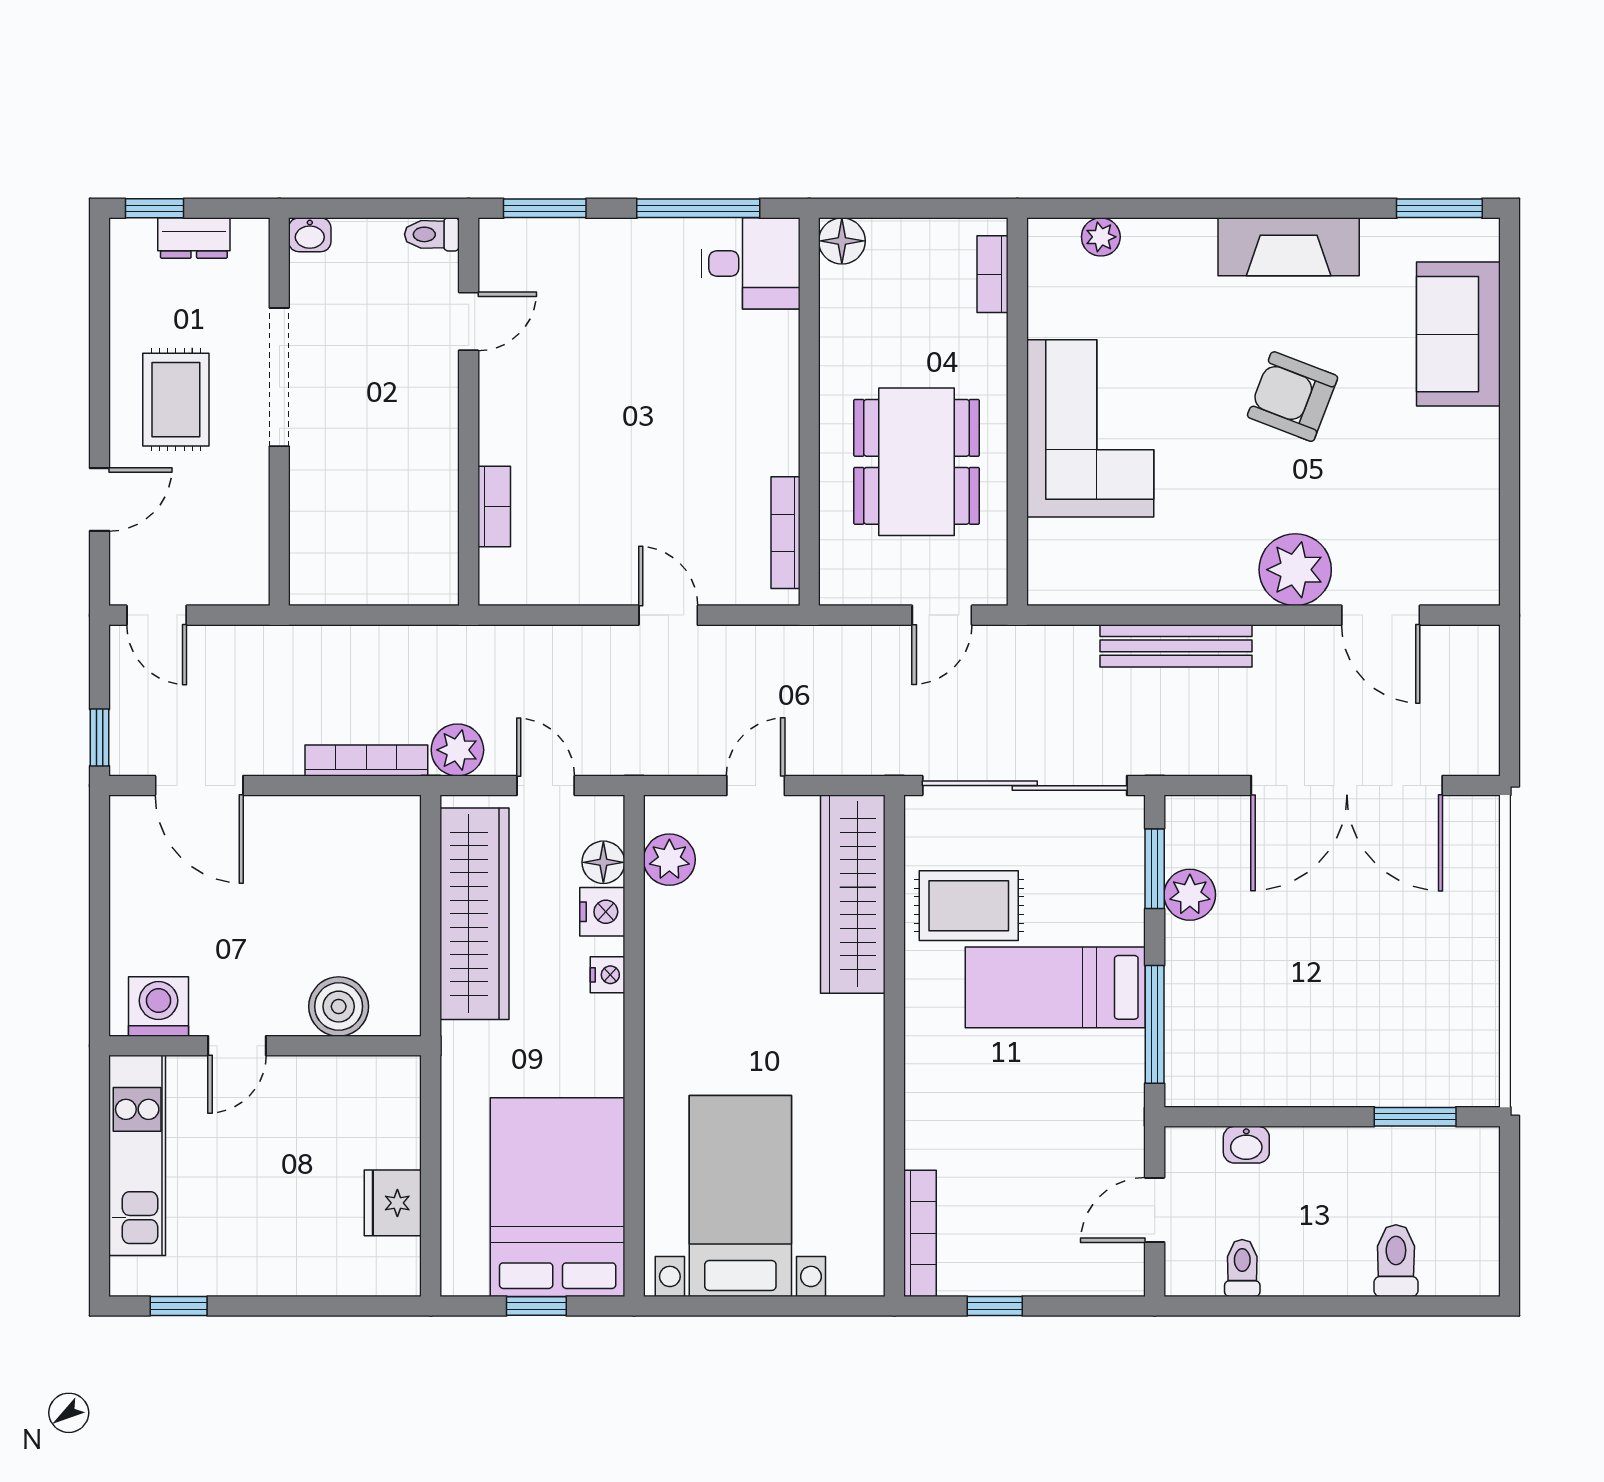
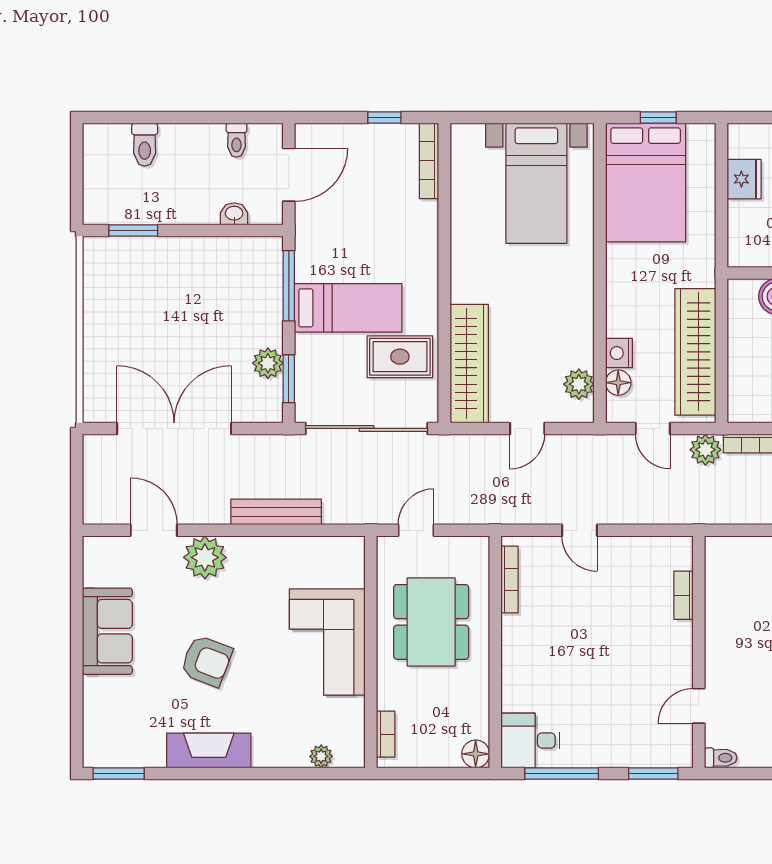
sofa: (1458, 334) -> (107, 631), moved
nightstand: (608, 975) -> (616, 315), removed
door: (1155, 1210) -> (289, 175), width x1.37

